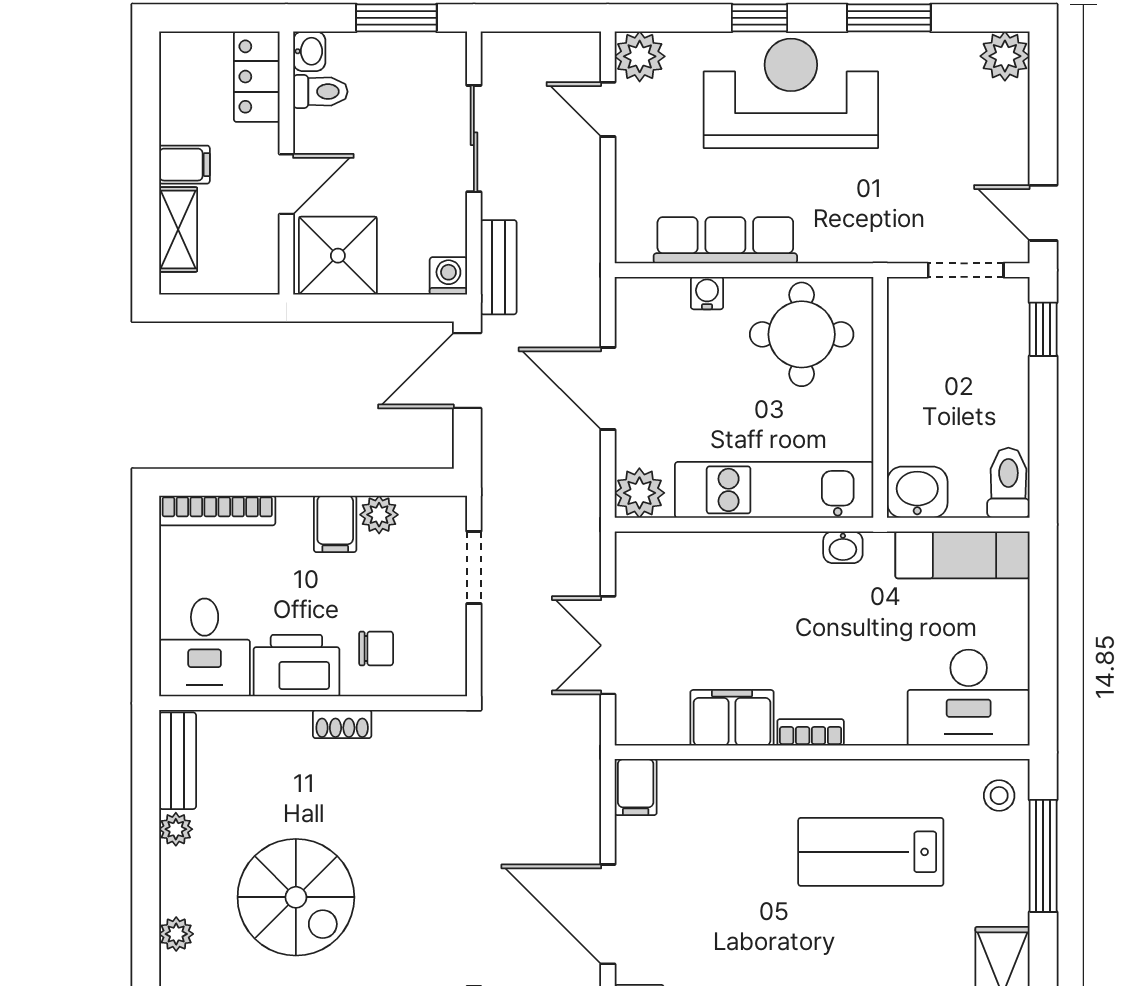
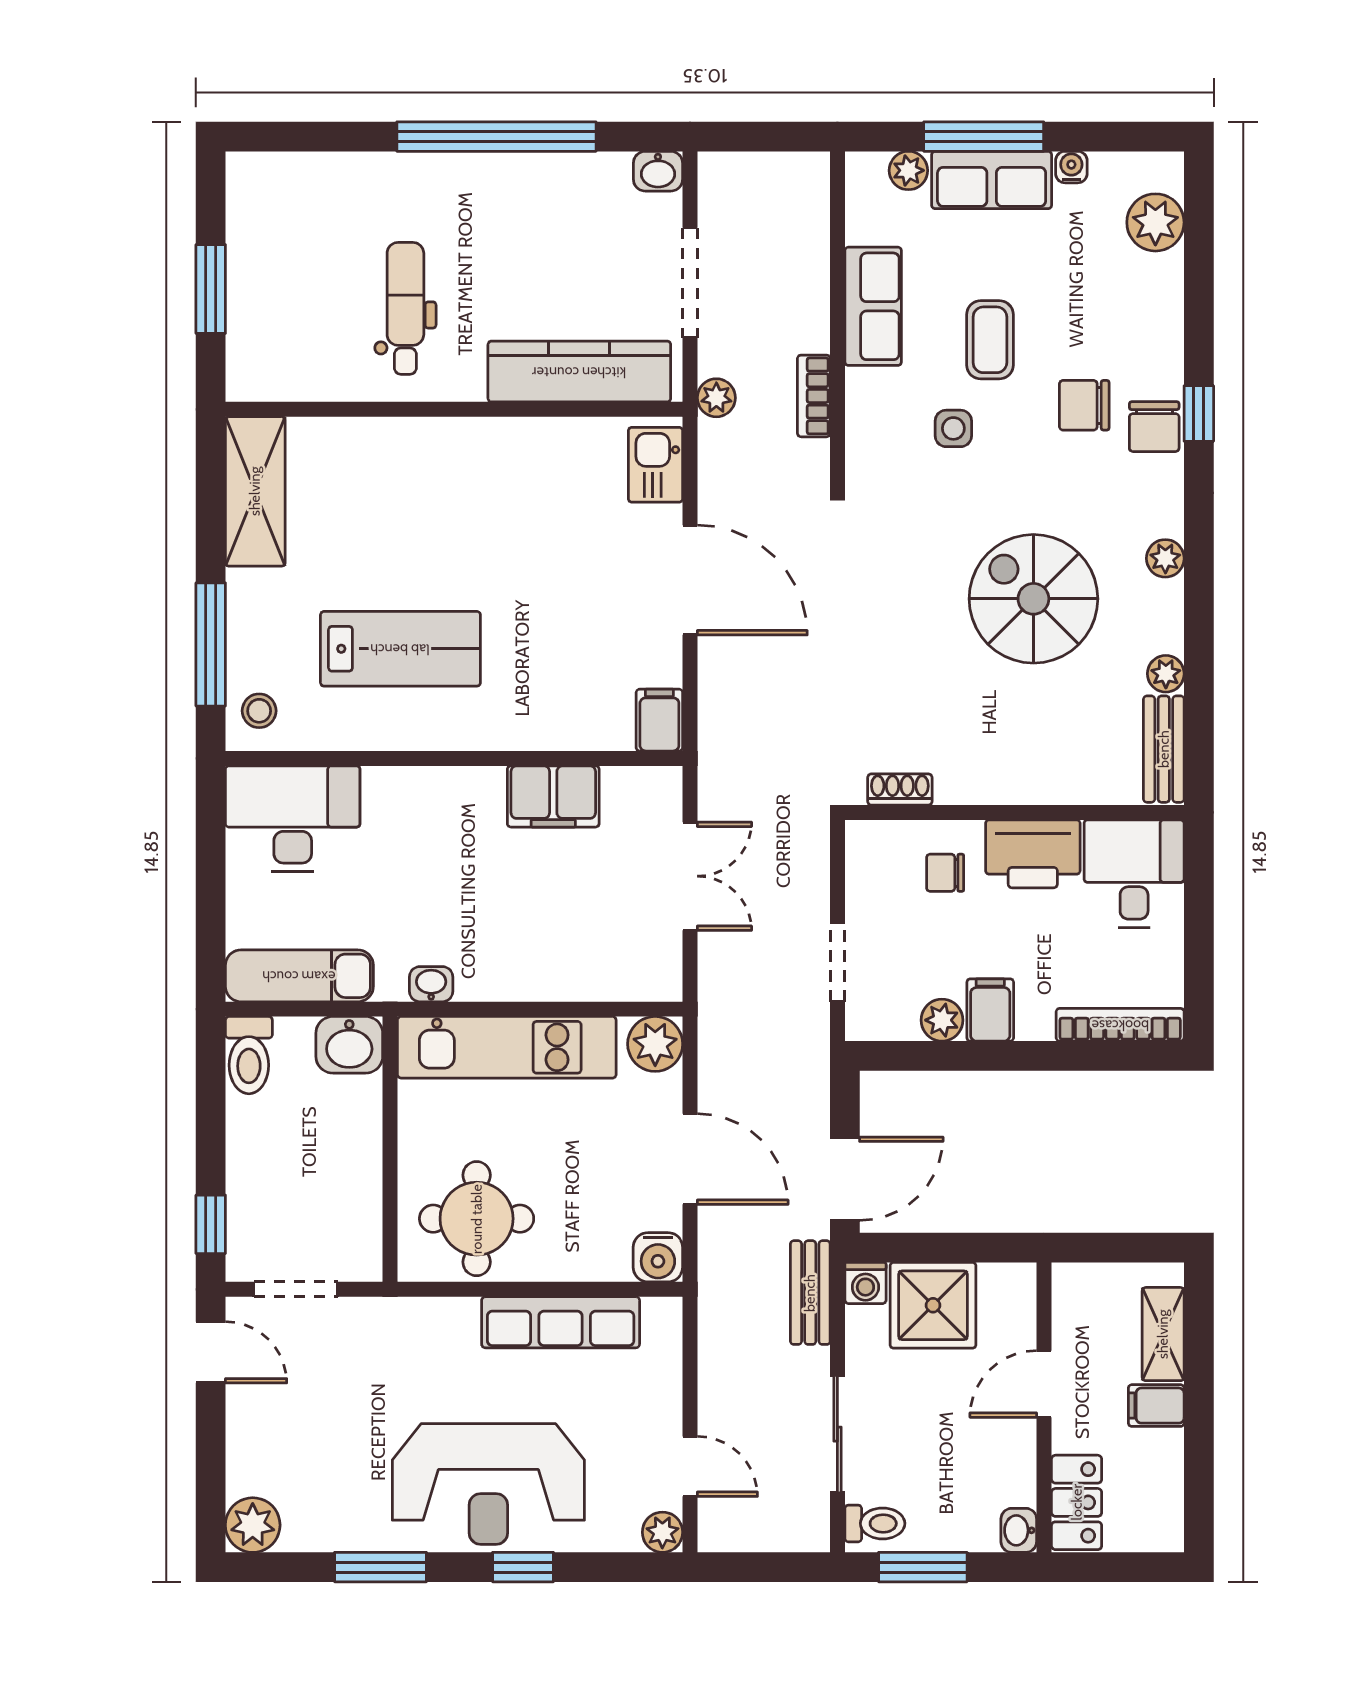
plant: (640, 56) -> (662, 1532), width x0.73, depth x0.73
toilet: (320, 92) -> (875, 1523), moved, turned 180
shower: (338, 256) -> (933, 1305), moved
water cooler: (707, 293) -> (658, 1257), moved, width x1.38, depth x1.38
shoe rack: (342, 724) -> (900, 789), moved
bookcase: (811, 732) -> (467, 780), removed

